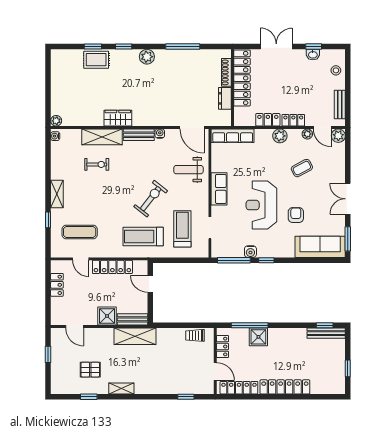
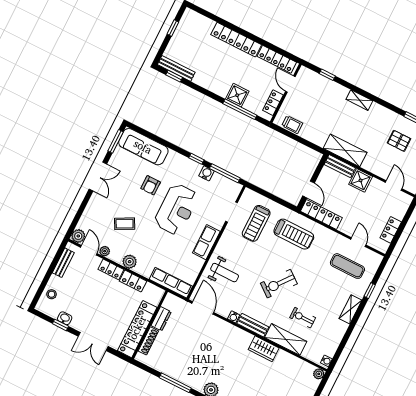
exercise bike: (151, 199) -> (279, 284), moved
locker: (112, 267) -> (321, 215), moved
shelving: (121, 389) -> (359, 100), moved

